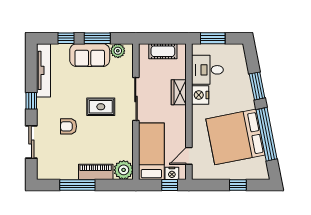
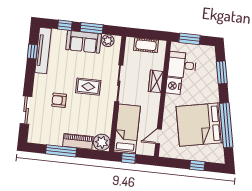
window: (257, 86) -> (222, 72), moved
window: (31, 101) -> (32, 52), moved
nightstand: (172, 173) -> (142, 150), removed
window: (170, 185) -> (129, 158), moved

